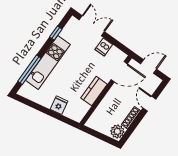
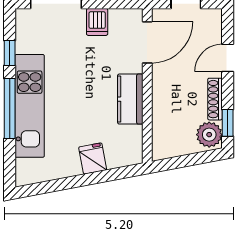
window: (29, 70) -> (10, 109), moved
door: (149, 104) -> (228, 58), hinge flipped
window: (129, 132) -> (228, 123), added

